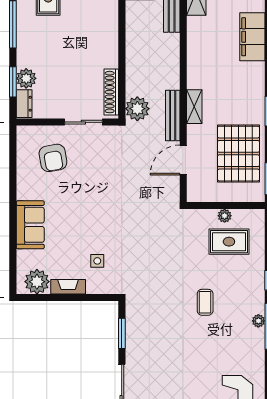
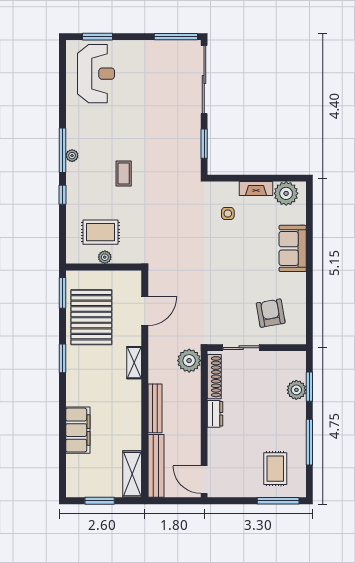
dresser: (24, 104) -> (215, 414), moved, turned 180
bench: (173, 116) -> (155, 408), moved

